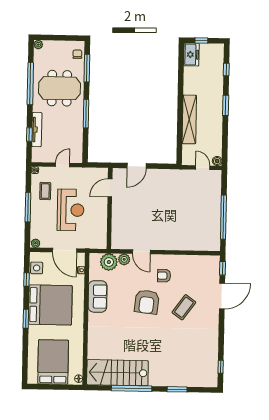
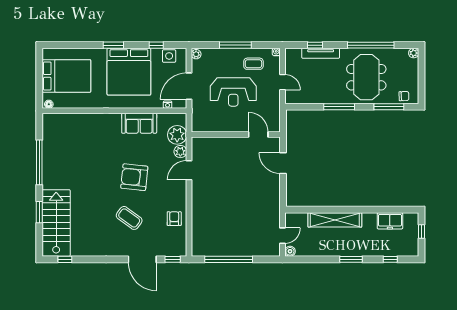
freezer: (191, 55) -> (390, 221), moved
armchair: (164, 276) -> (174, 219), moved
stairs: (117, 373) -> (56, 223), moved

